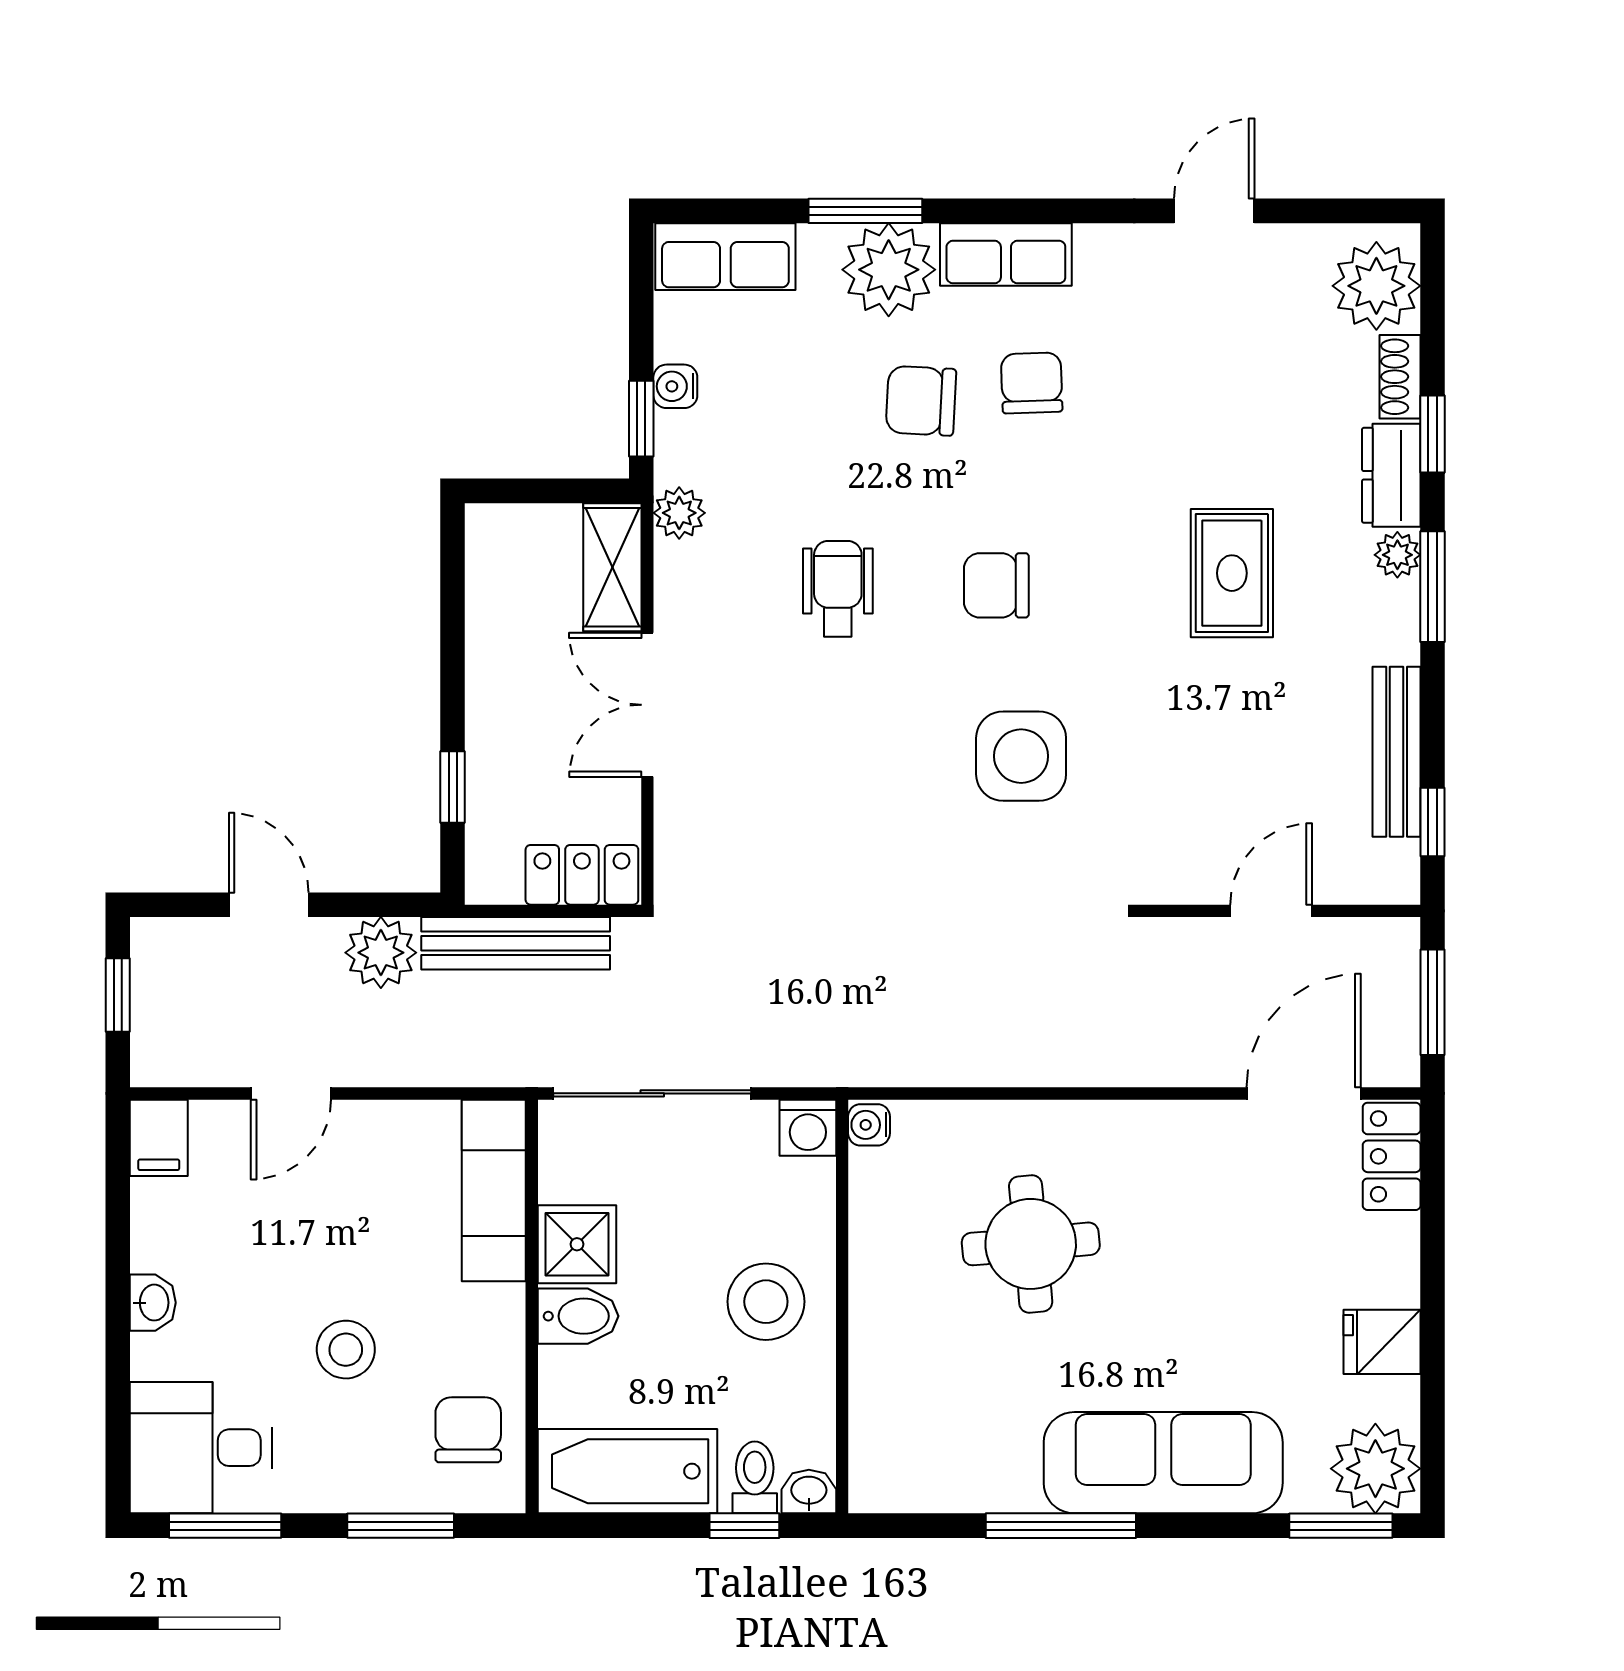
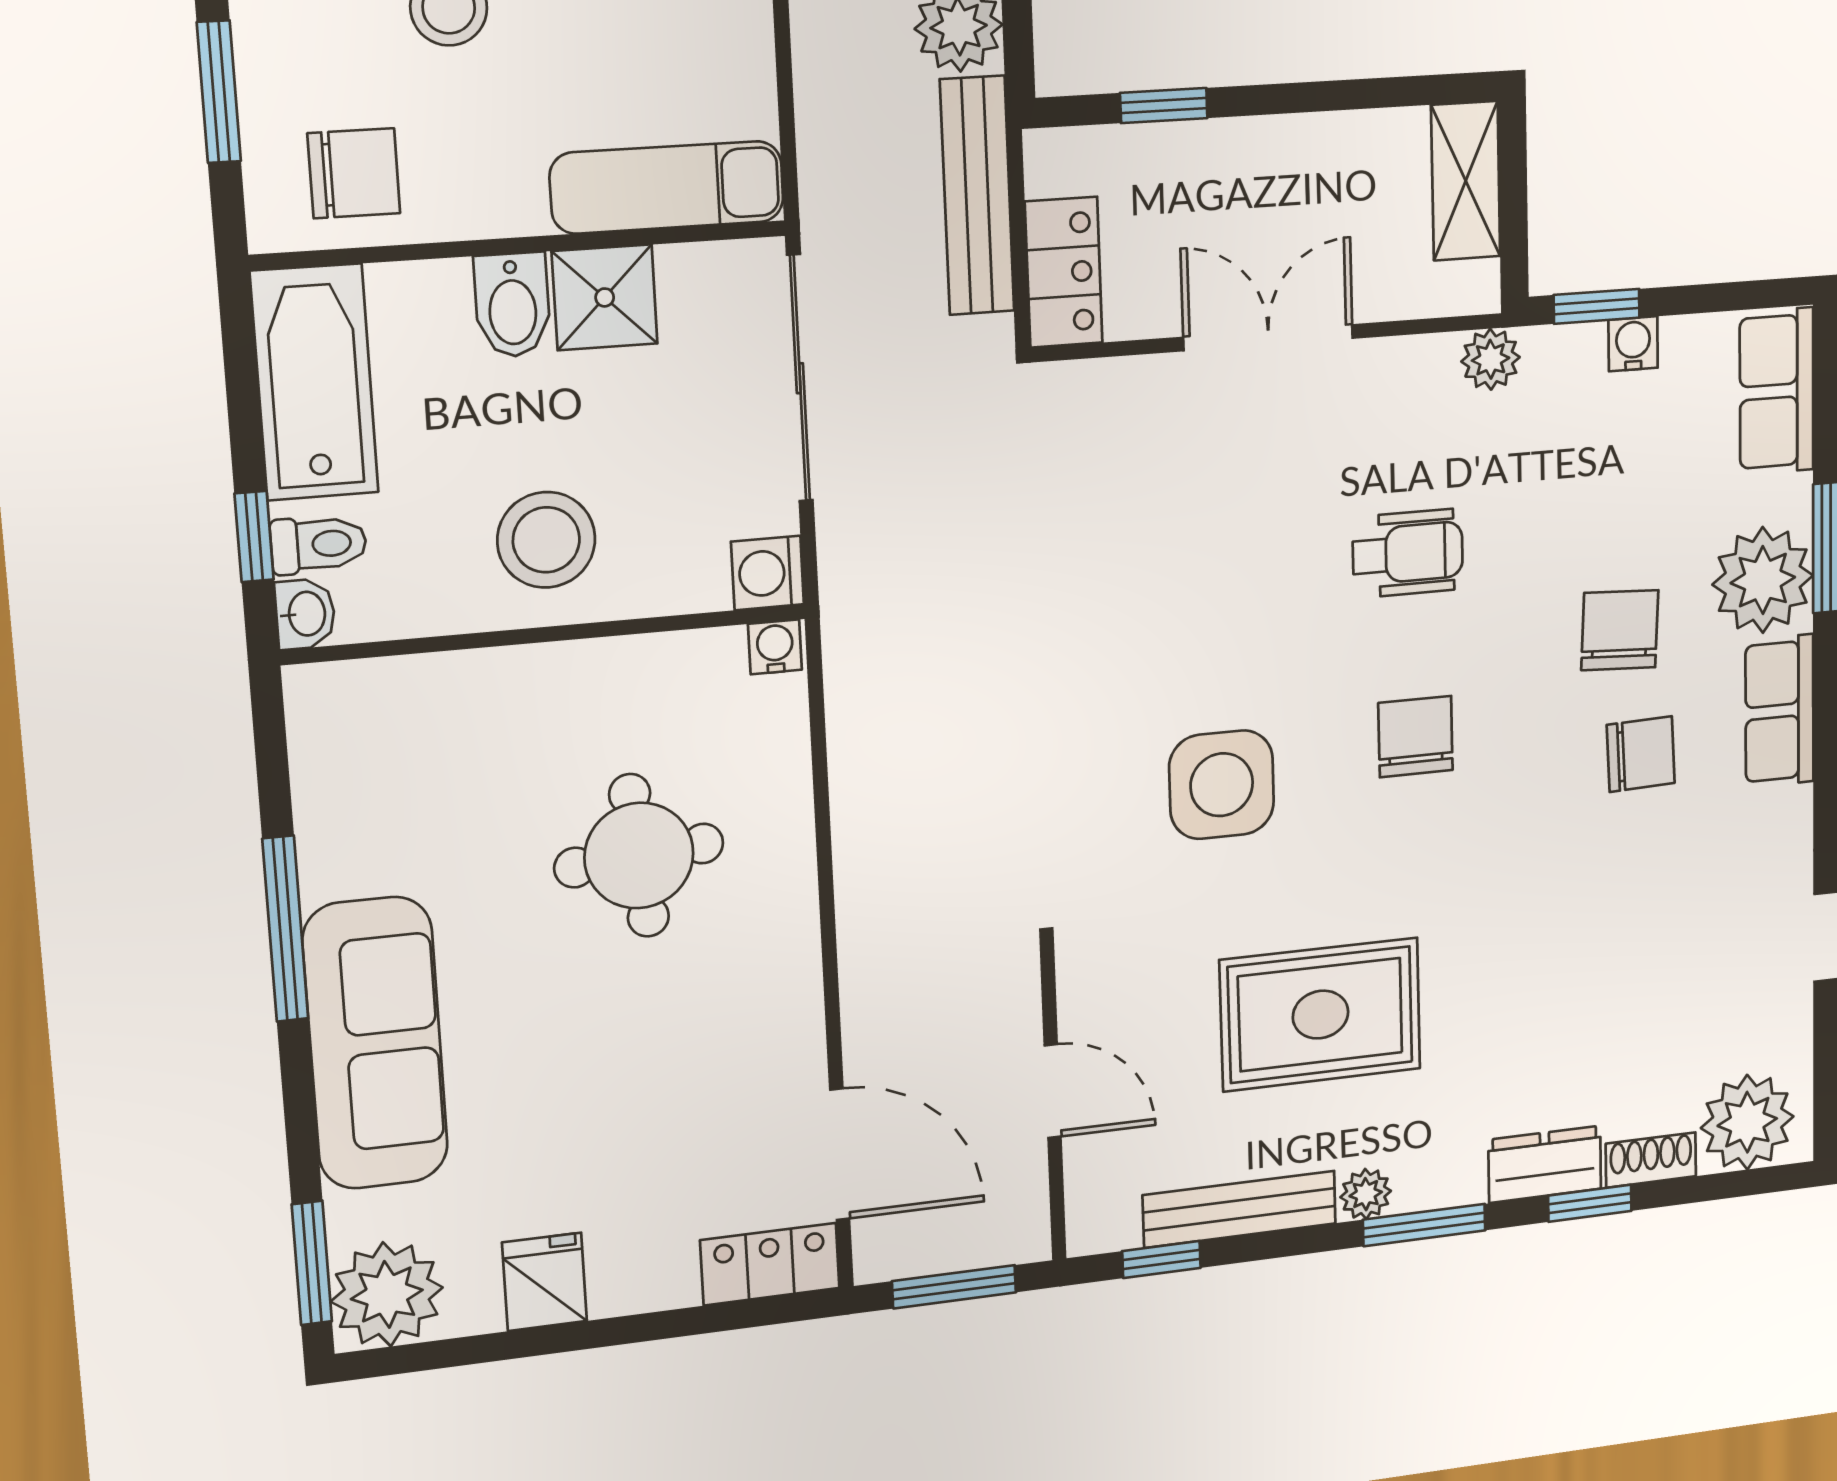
plant: (1397, 555) -> (1366, 1194), moved
shelving: (612, 567) -> (1466, 181), moved, turned 90
rug: (1232, 573) -> (1320, 1015), moved, width x1.36, depth x1.43

